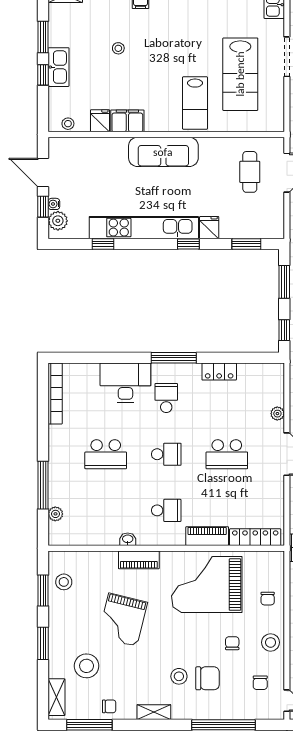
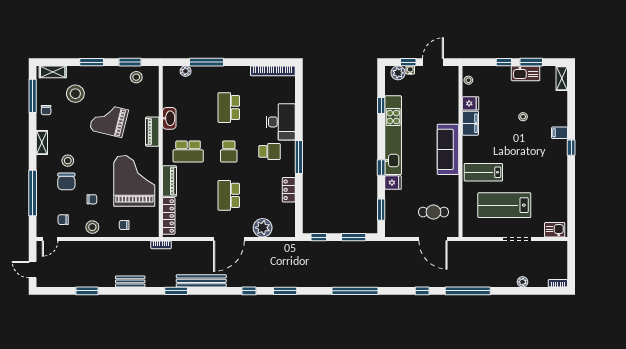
kitchen sink: (58, 67) -> (526, 73), moved
plant: (277, 414) -> (263, 228), width x1.87, depth x1.87
school desk: (166, 510) -> (188, 151), width x1.85
washbasin: (128, 539) -> (169, 118), width x1.91, depth x1.45

